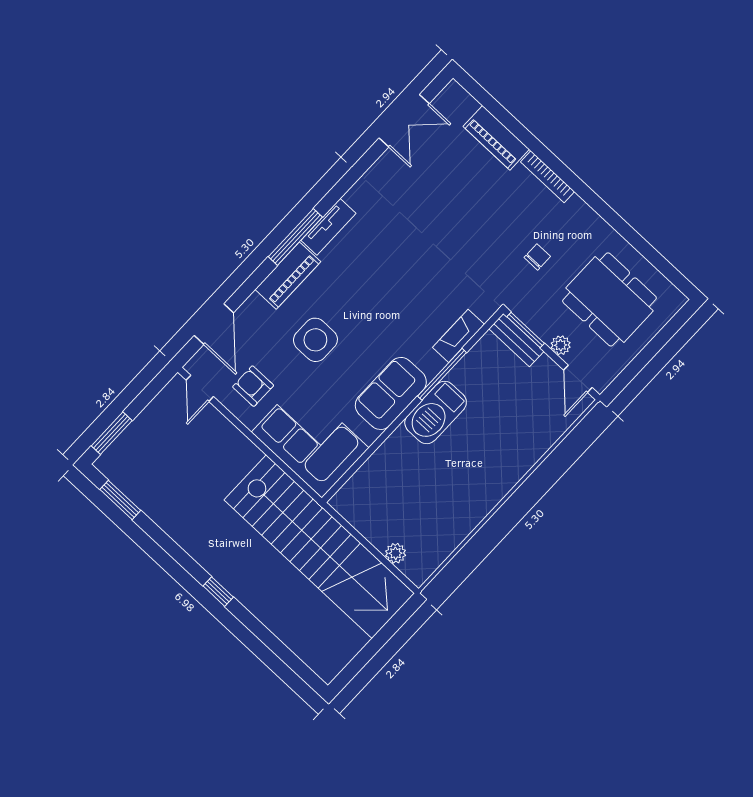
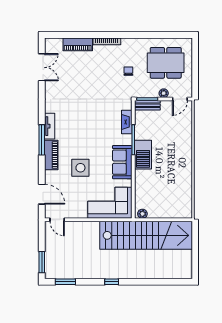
door: (578, 379) -> (180, 99), hinge flipped
armchair: (253, 386) -> (74, 203), removed
plant: (396, 553) -> (142, 214), moved
window: (218, 592) -> (112, 282), moved

